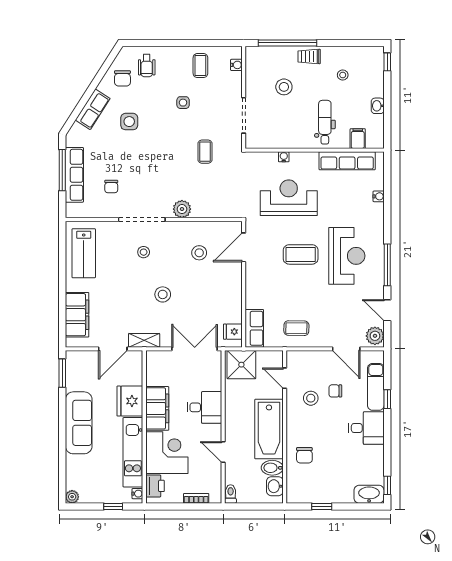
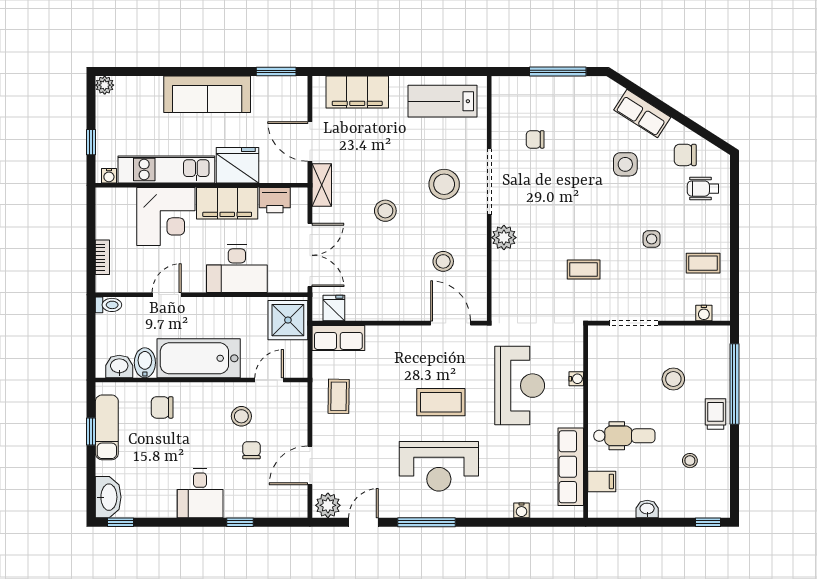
row of seats: (74, 175) -> (551, 88), removed
stool: (144, 252) -> (444, 184), width x1.89, depth x1.89
coffee table: (301, 254) -> (441, 402), turned 90
exam couch: (376, 387) -> (107, 427), moved, turned 90
desk: (204, 407) -> (237, 269), width x1.37
printer: (155, 486) -> (275, 200), moved

